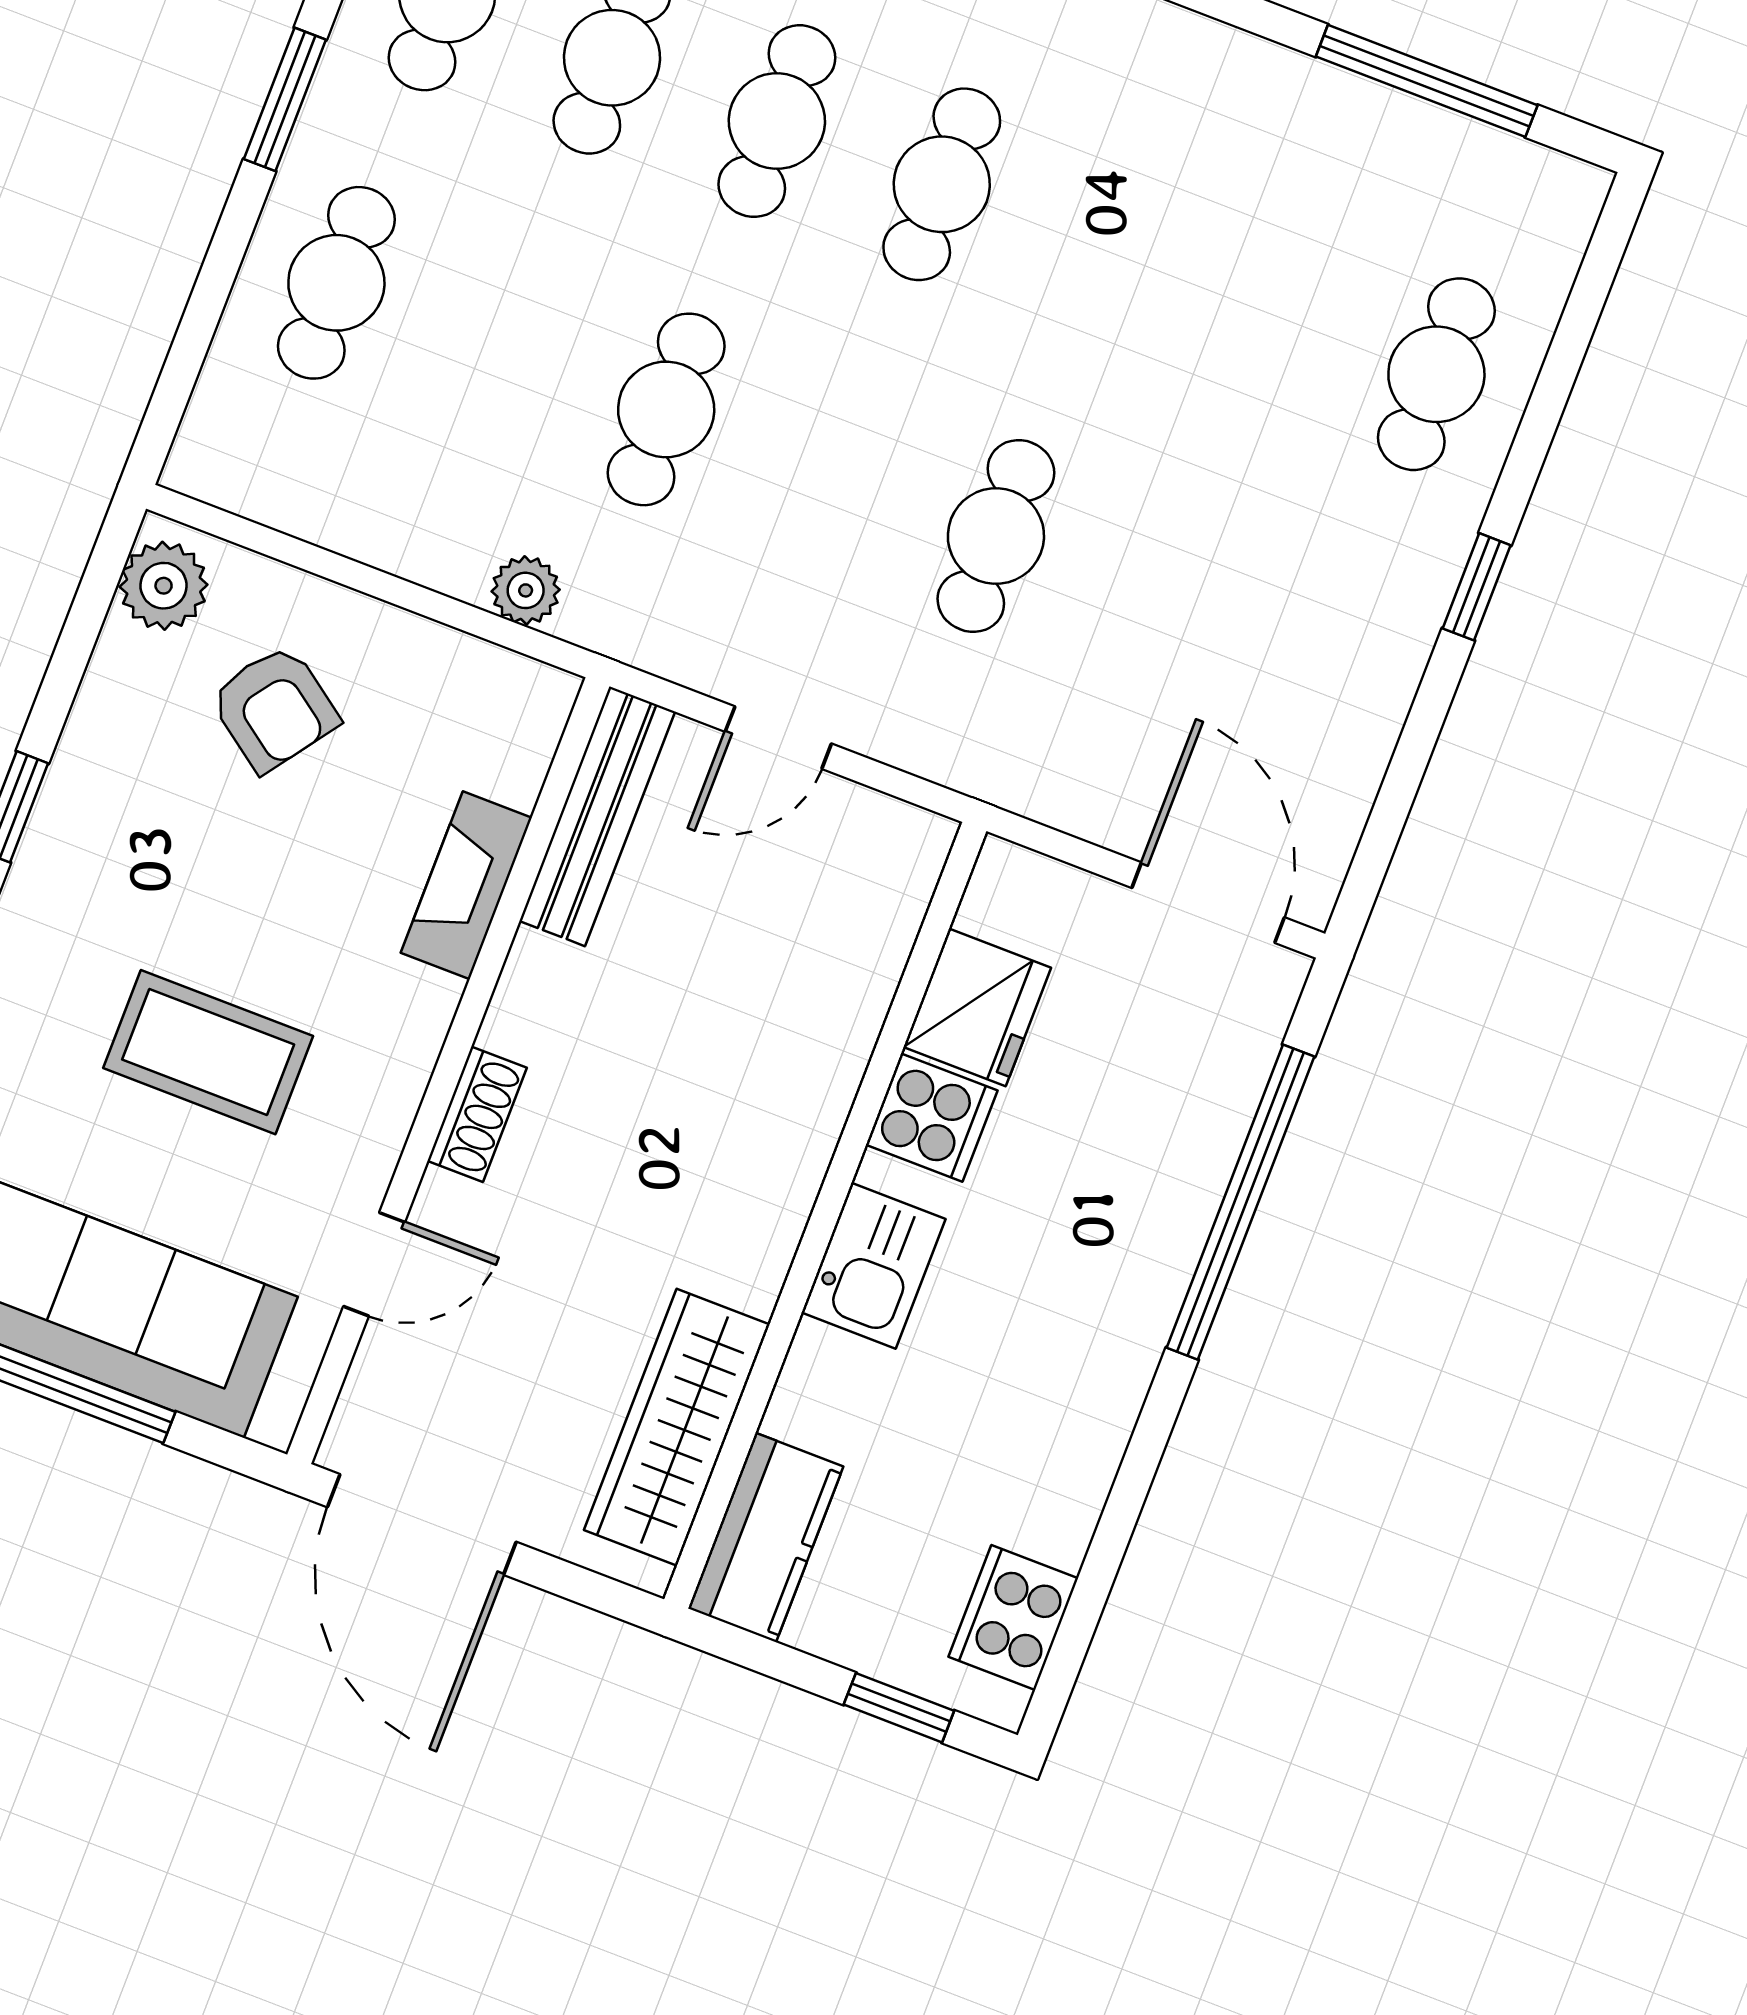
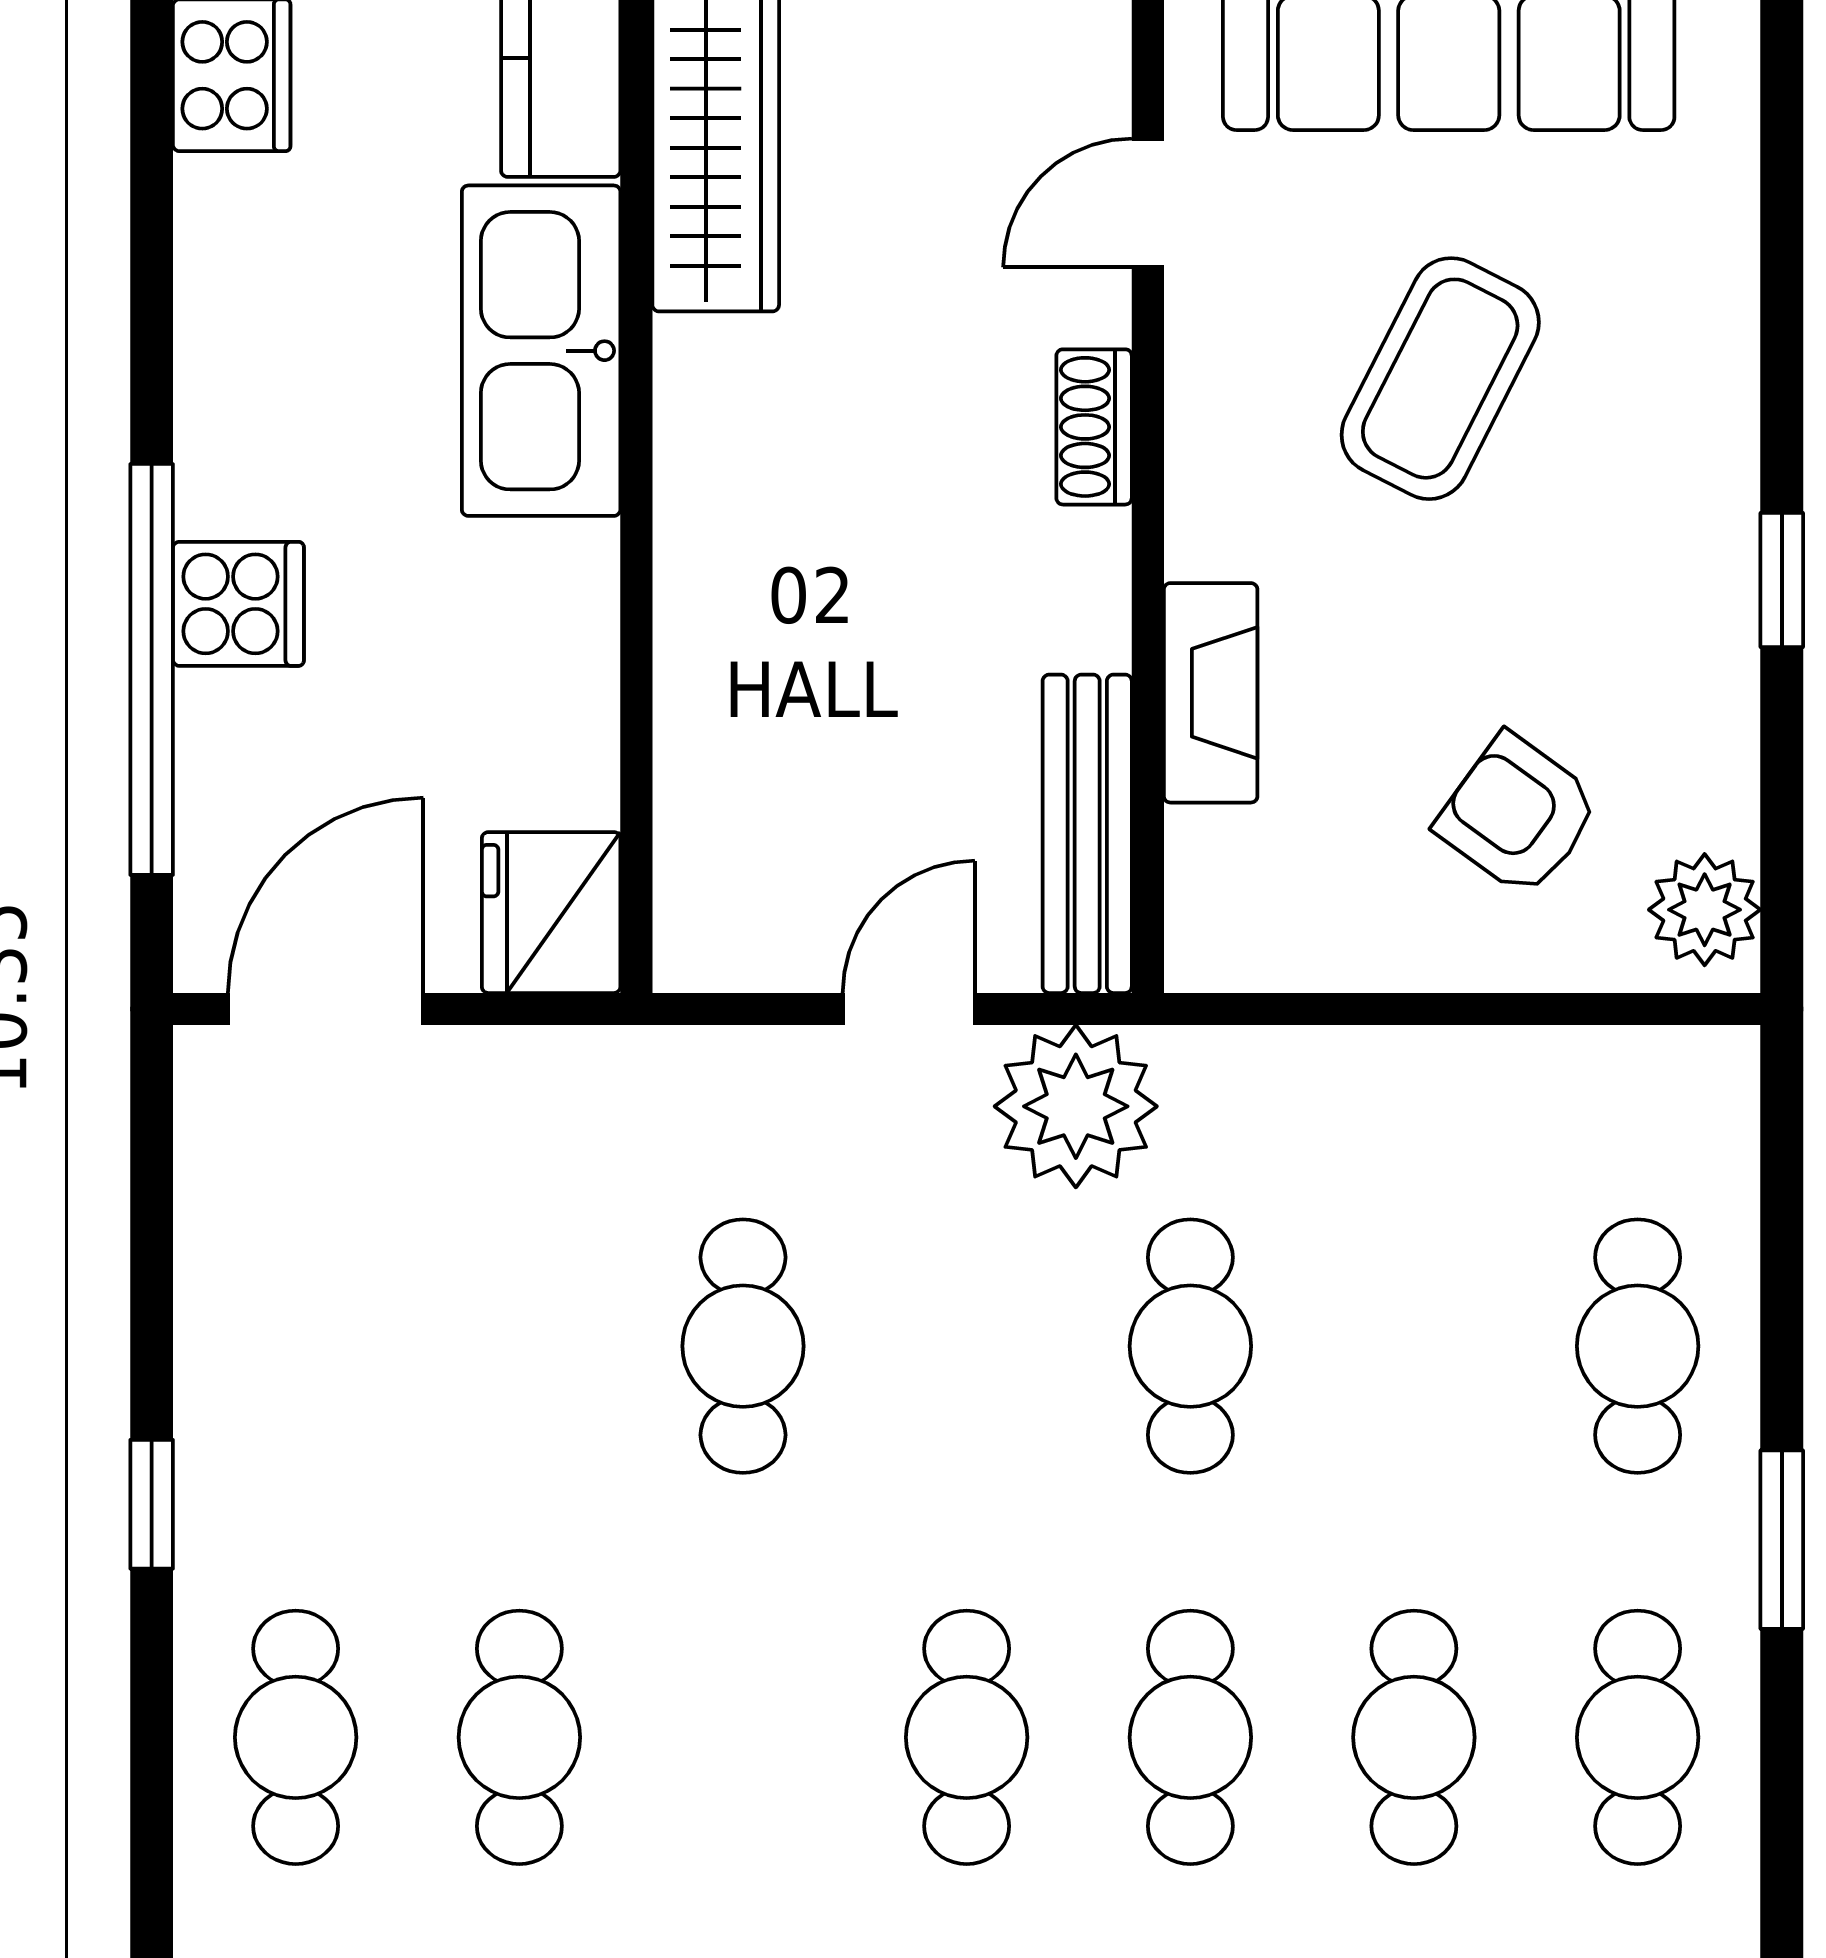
cafe table: (1272, 311) -> (519, 1737), added
plant: (526, 590) -> (1076, 1106), moved, width x1.87, depth x1.87
door: (1208, 903) -> (326, 1009), swing flipped
fridge: (977, 1007) -> (551, 913), moved
coffee table: (208, 1052) -> (1440, 379), turned -63
cooker: (932, 1118) -> (238, 604), moved, turned 180
kitchen sink: (874, 1266) -> (541, 351), width x1.87, depth x1.24

